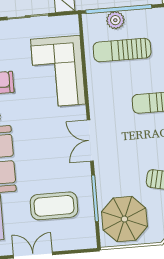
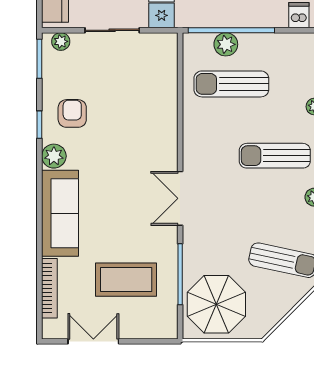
corner sofa: (58, 72) -> (146, 105), removed

